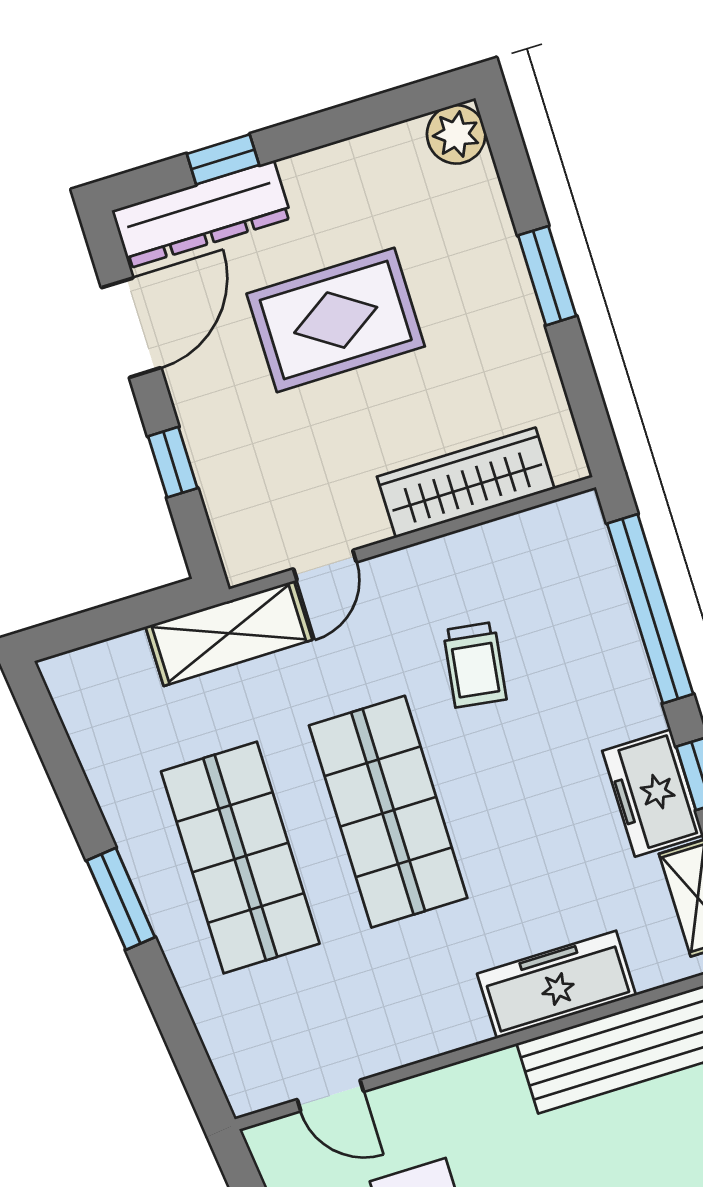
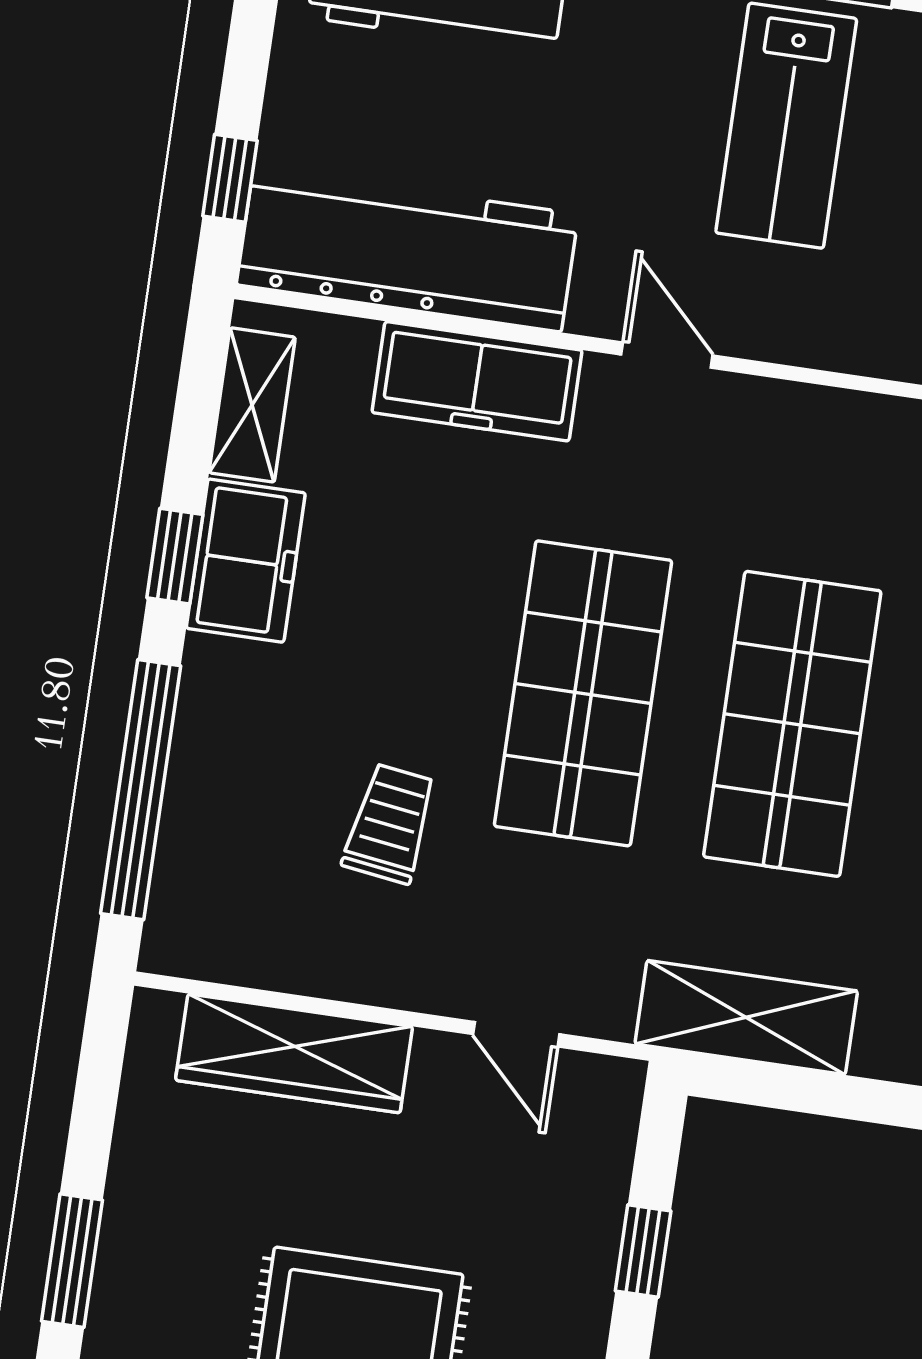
door: (325, 565) -> (516, 1034), swing flipped
shelving: (229, 633) -> (746, 1017), moved
door: (330, 1095) -> (667, 355), moved

